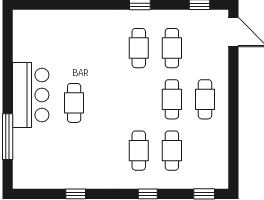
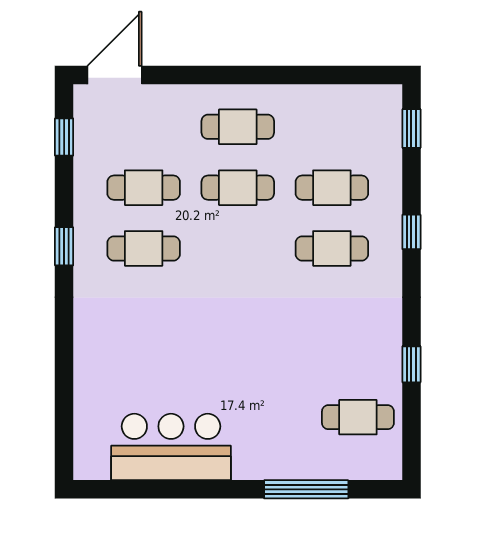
bar counter: (31, 95) -> (171, 447), moved
cafe table: (74, 103) -> (358, 417), moved

